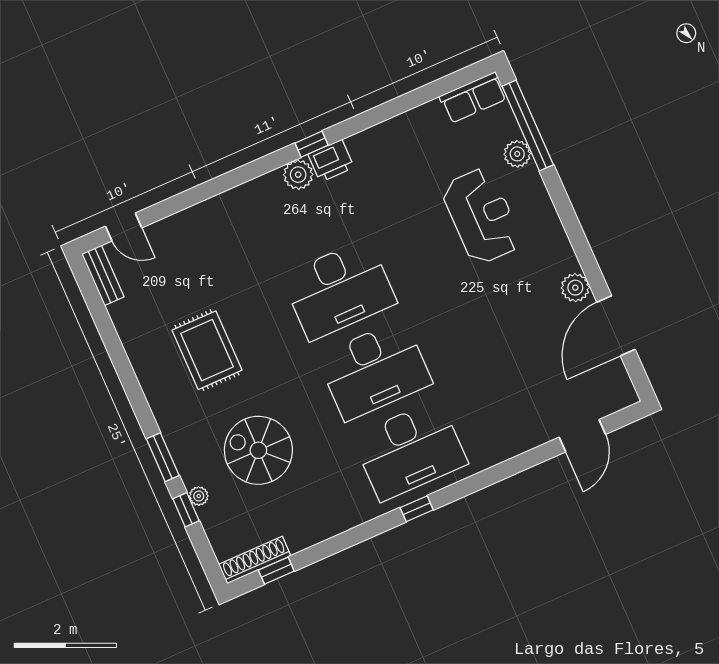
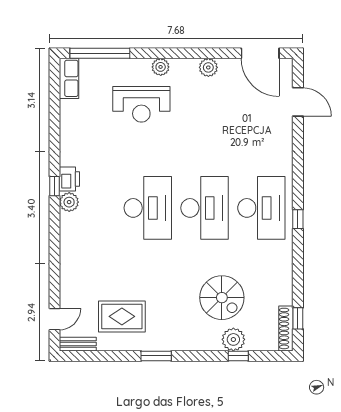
plant: (517, 154) -> (161, 67), moved
reception desk: (482, 216) -> (141, 104), turned 180
door: (616, 326) -> (260, 53), moved
rug: (207, 350) -> (122, 316), moved
spiral stairs: (258, 450) -> (222, 298), turned -90
window: (163, 457) -> (156, 356), moved
plant: (199, 496) -> (233, 339), width x1.88, depth x1.88

